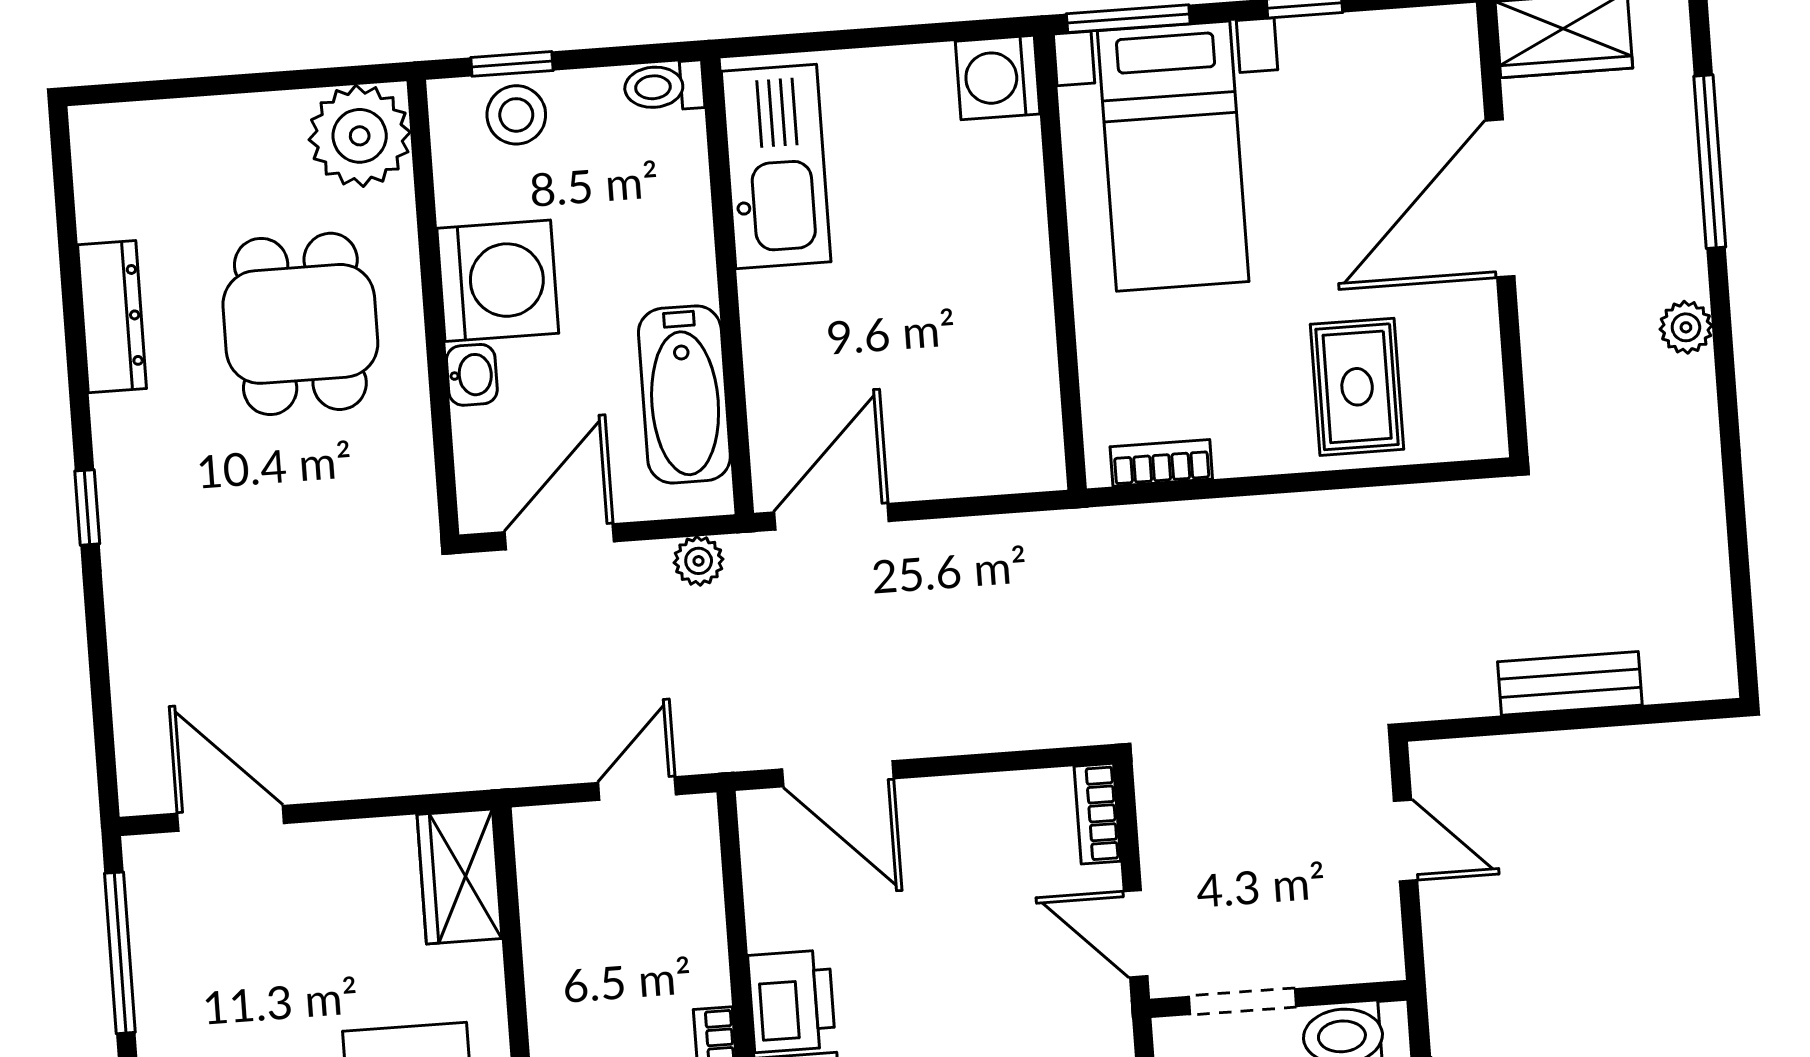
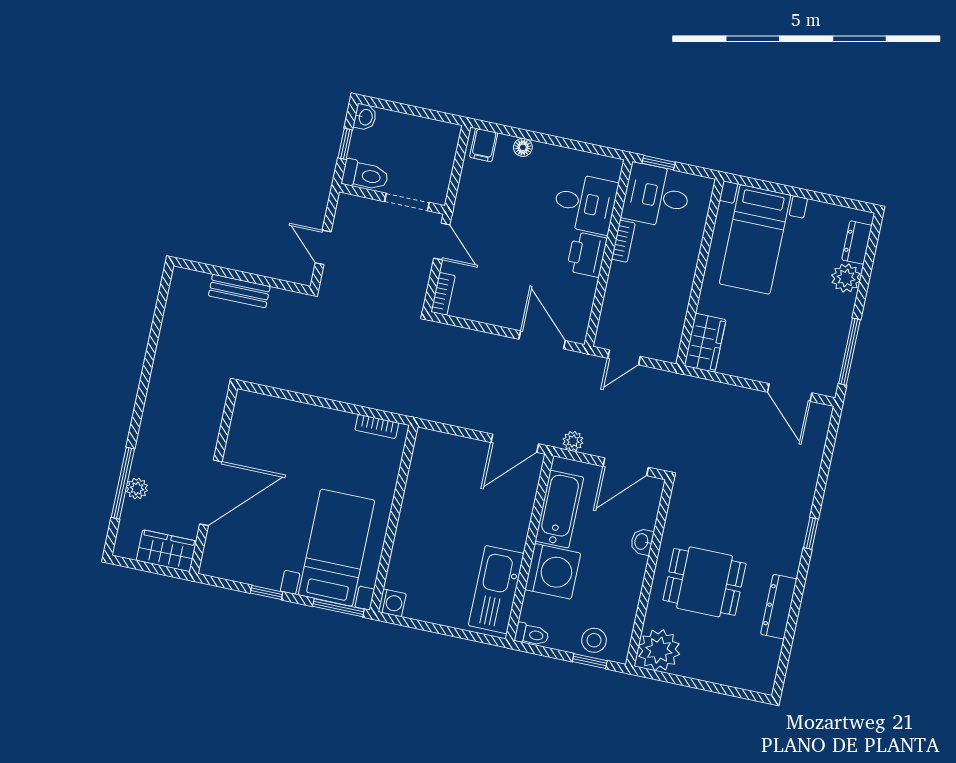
washing machine: (998, 78) -> (392, 603), width x0.73, depth x0.73
washing machine: (498, 281) -> (553, 571), moved, turned 180
dining table: (300, 324) -> (704, 582), turned 90
plant: (1686, 327) -> (137, 488), moved
rug: (1357, 387) -> (290, 434), removed

